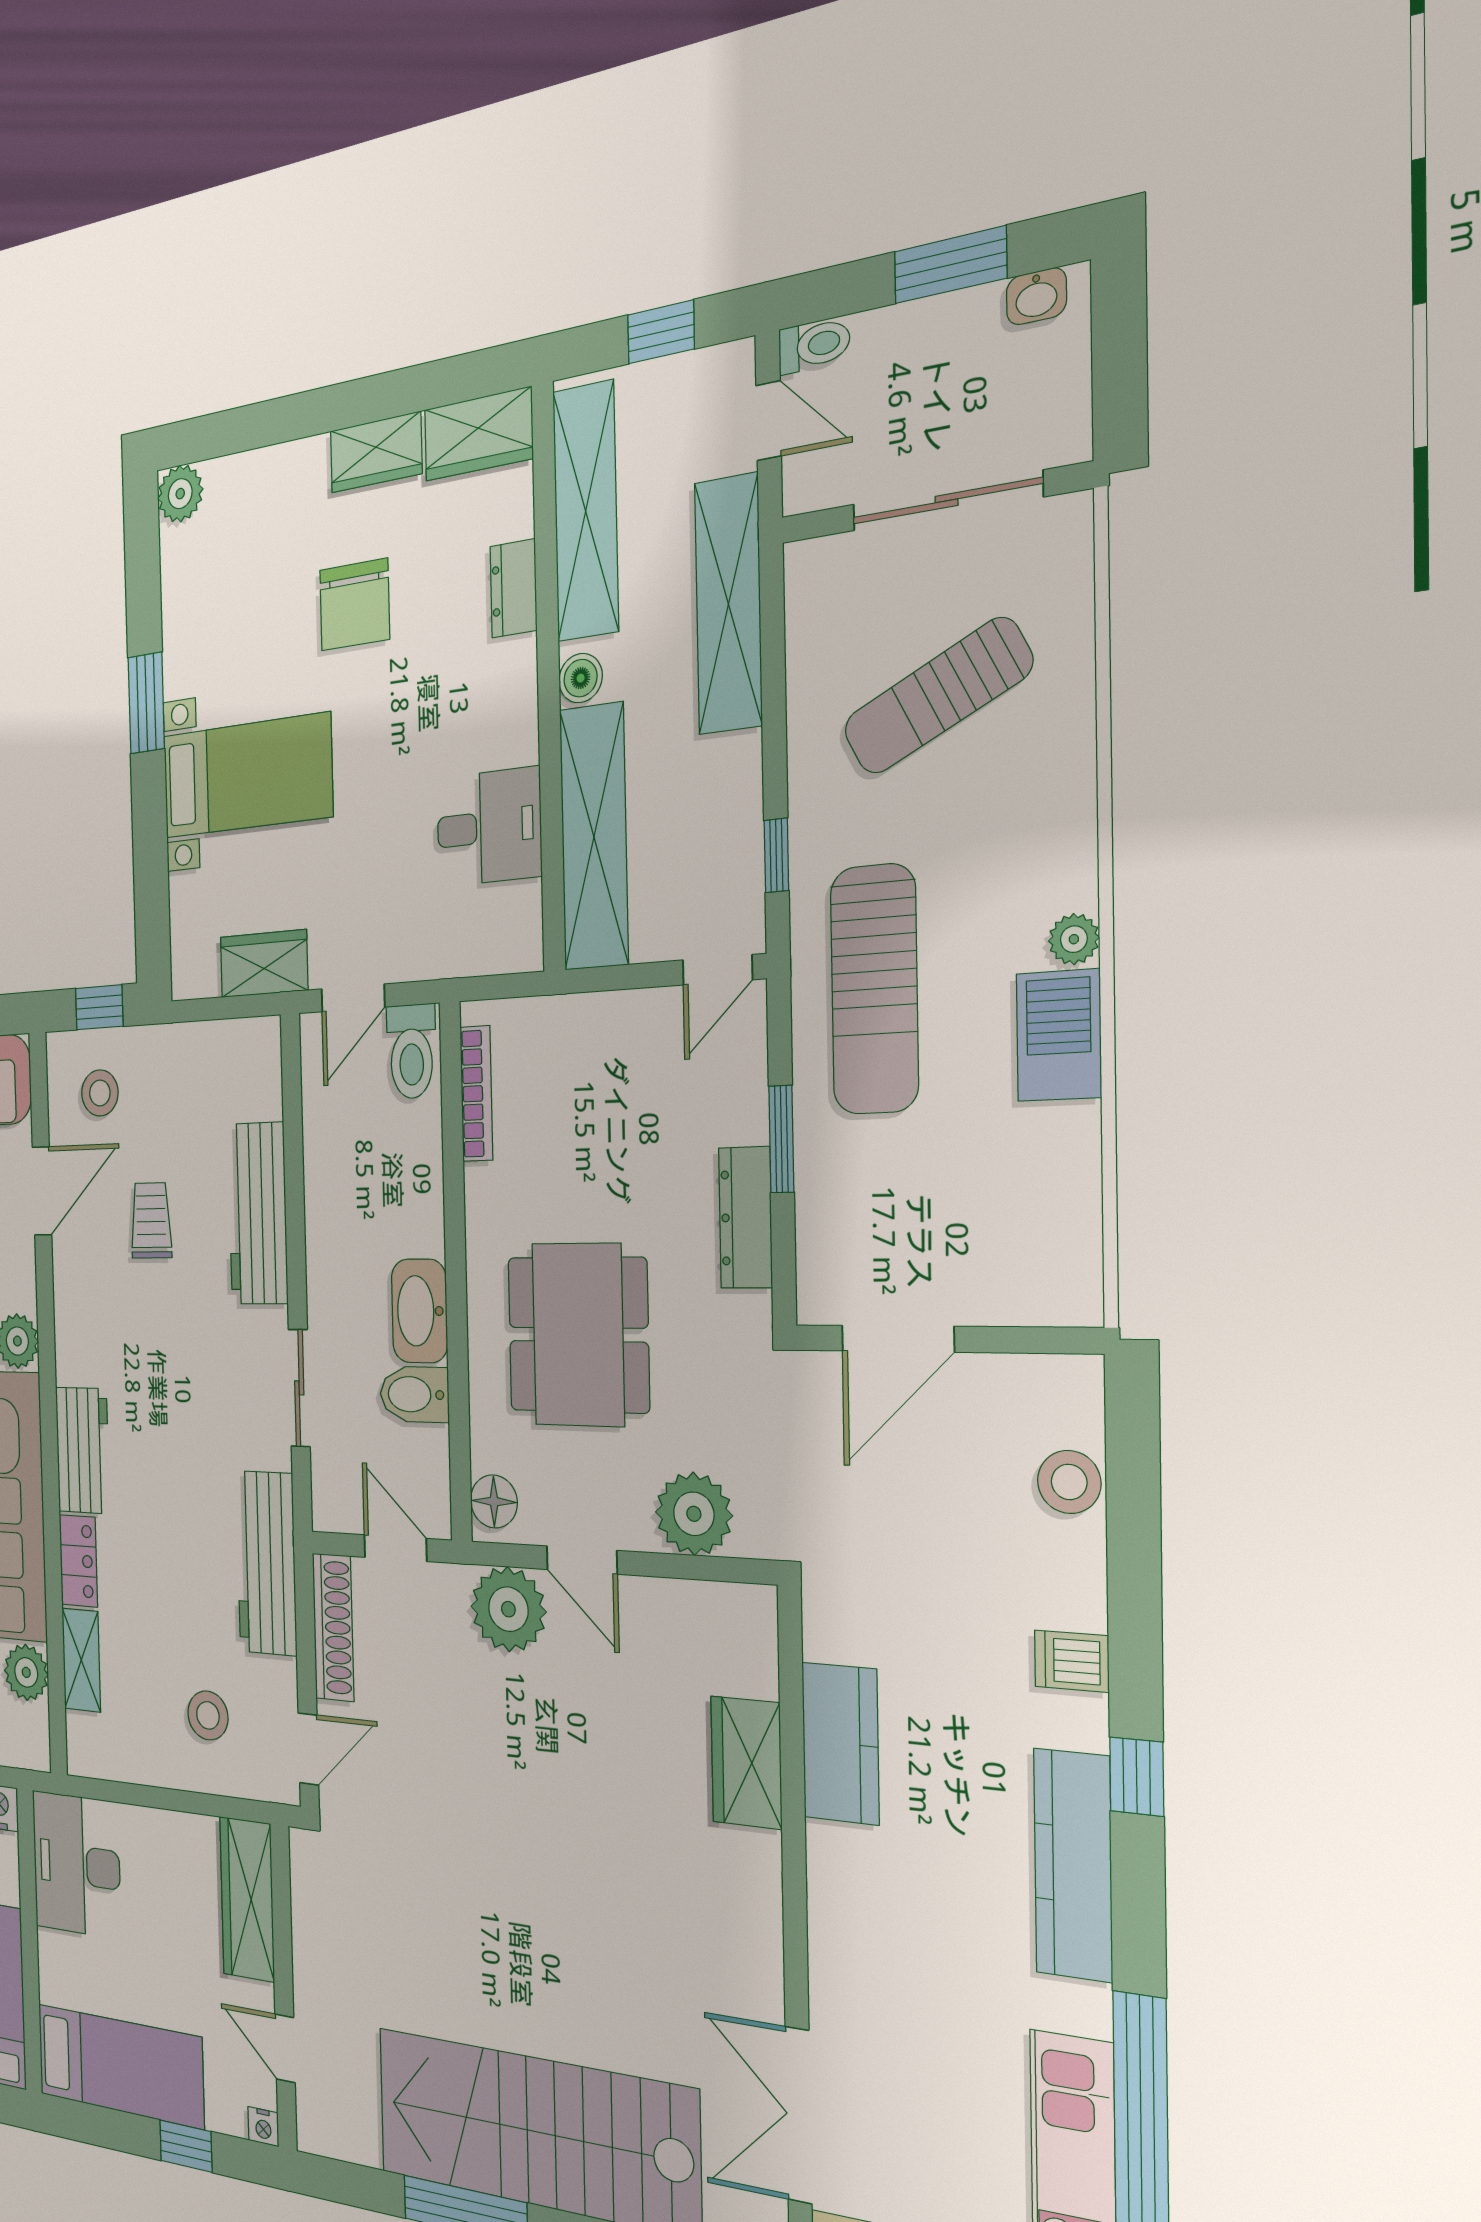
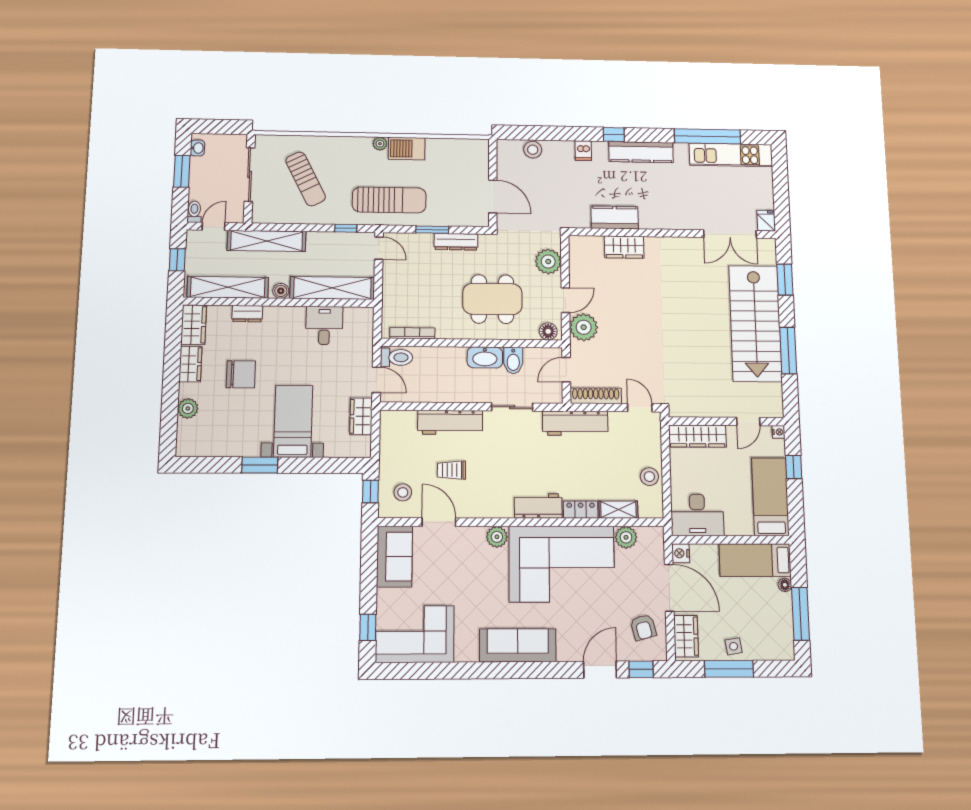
plant: (180, 494) -> (188, 408), moved
stool: (208, 1715) -> (649, 477), moved

